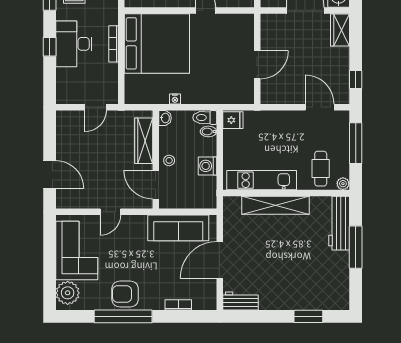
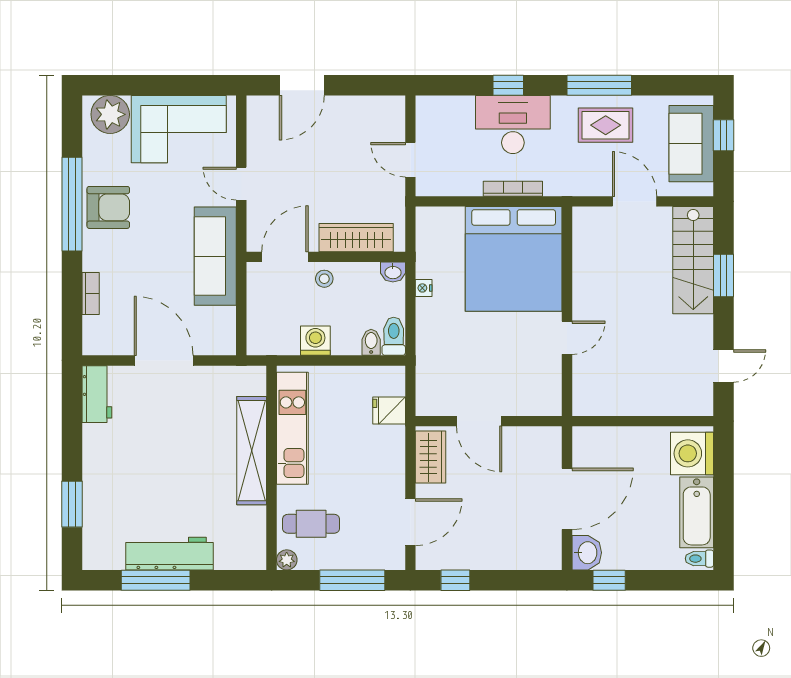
wardrobe: (340, 30) -> (431, 457), moved, turned 90
fridge: (233, 120) -> (389, 410), moved, turned 90
workbench: (339, 223) -> (170, 554), moved
sofa: (178, 228) -> (215, 256), moved
window: (356, 247) -> (156, 580), moved
armchair: (125, 294) -> (108, 207), turned 90

